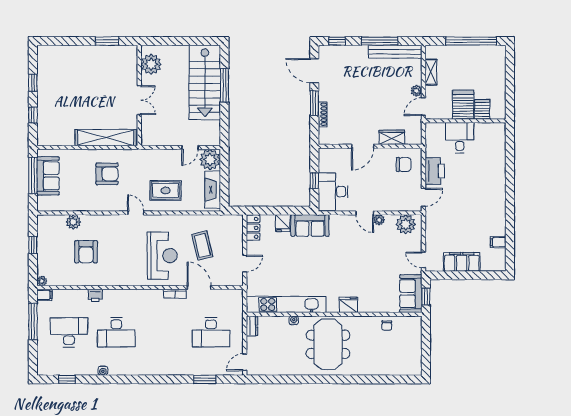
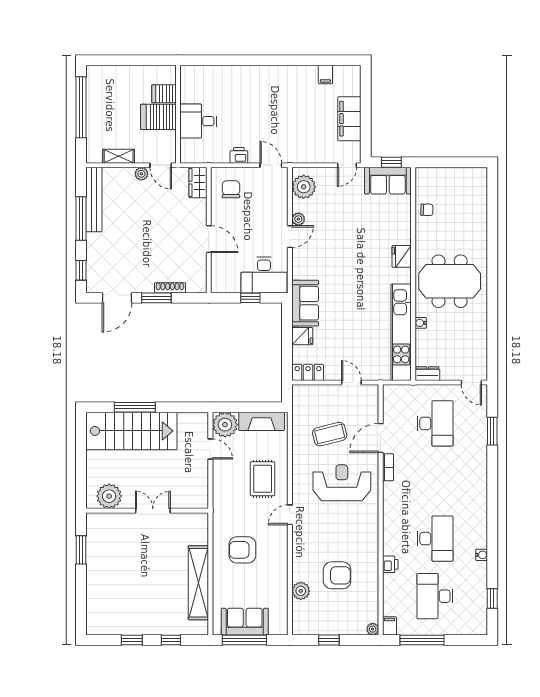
wardrobe: (392, 137) -> (198, 183), moved
shelving: (106, 138) -> (198, 583), moved
printer: (435, 171) -> (239, 155), width x0.53, depth x0.68
armchair: (107, 174) -> (242, 550), turned -90

